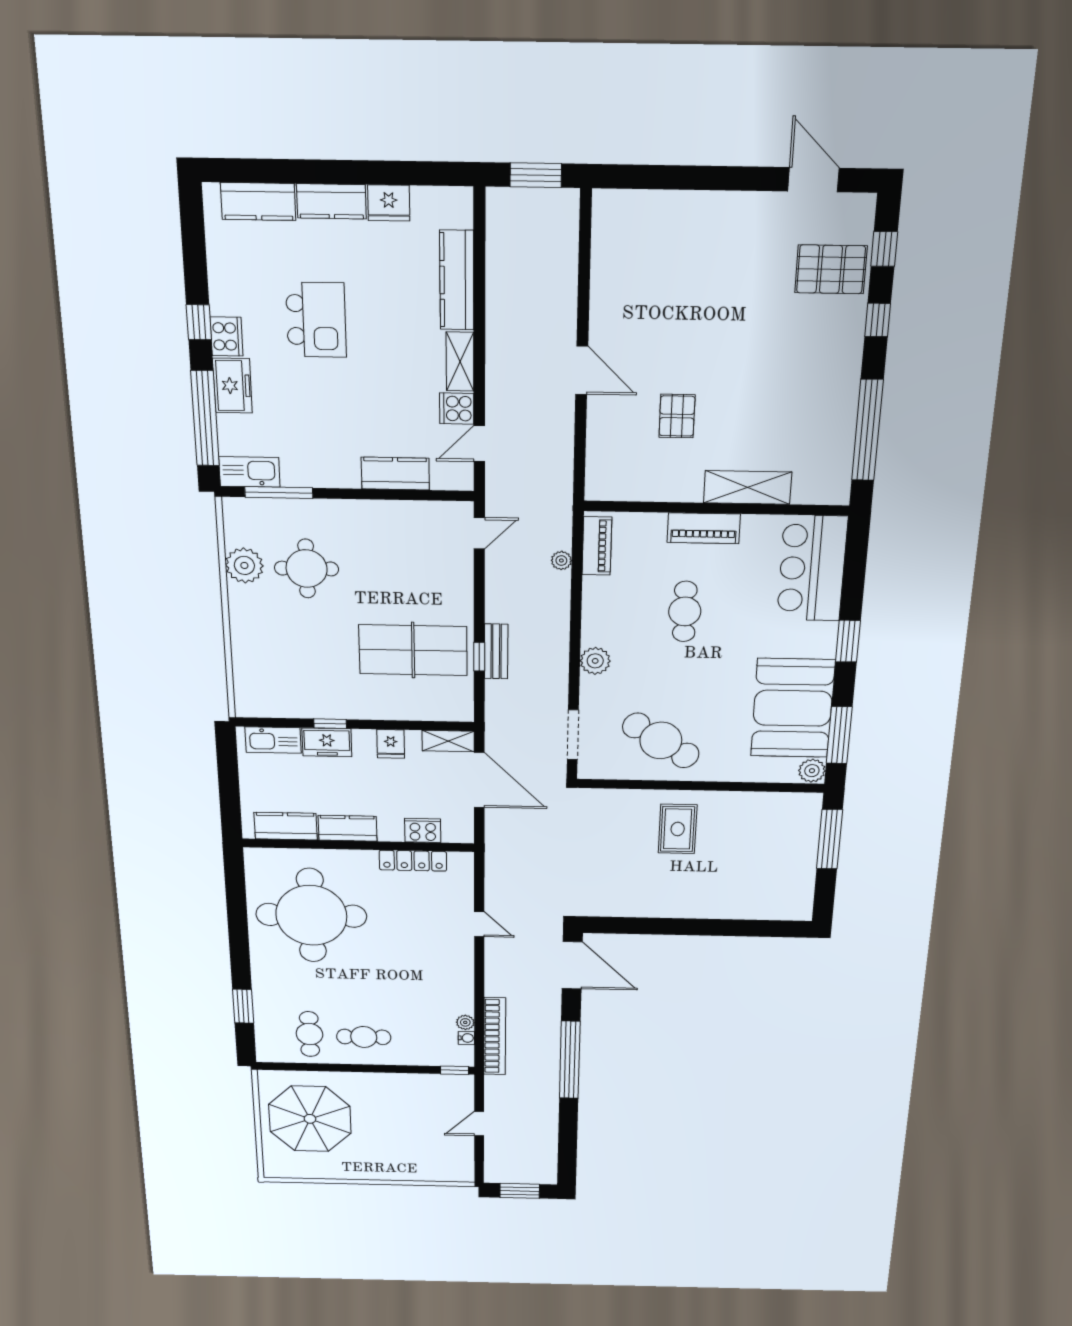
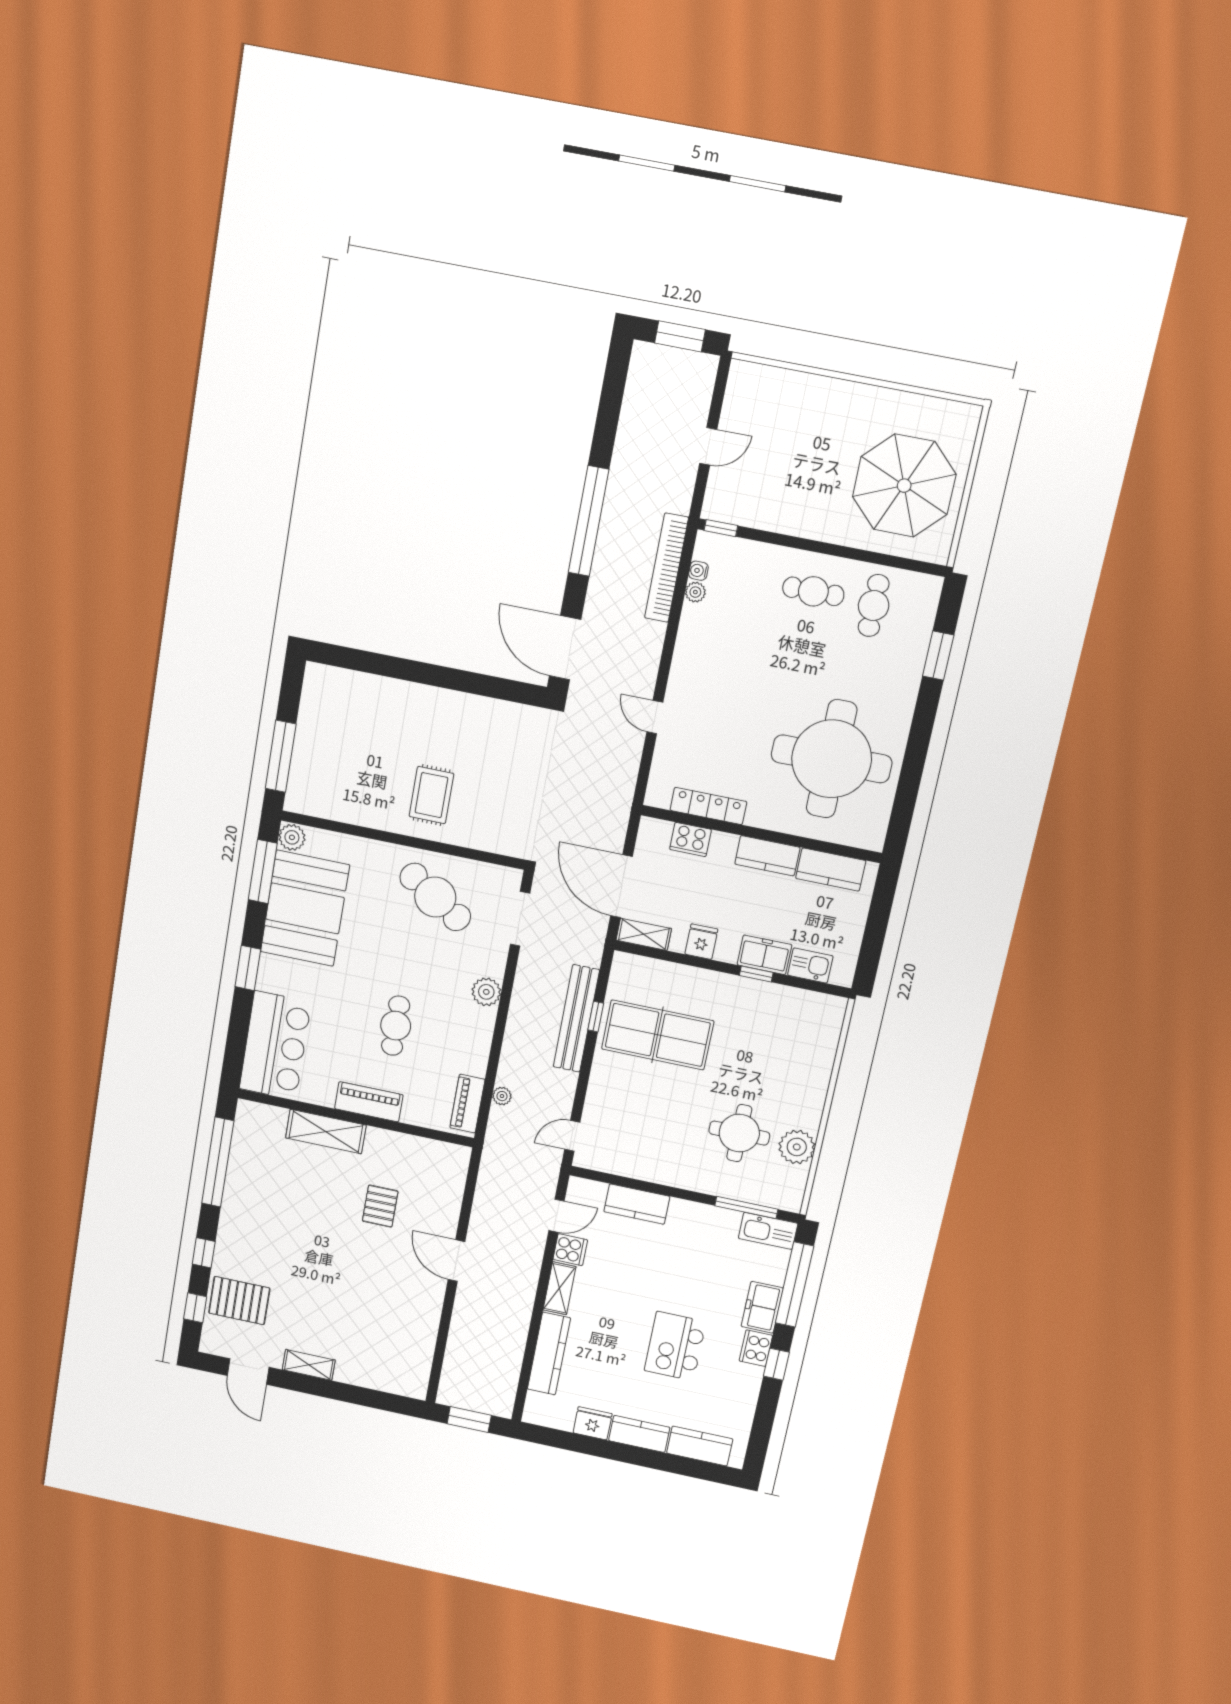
shelving: (739, 205) -> (309, 1365), added
bench: (496, 651) -> (576, 1018), width x1.86, depth x1.21
kitchen sink: (273, 740) -> (810, 966), width x0.73

